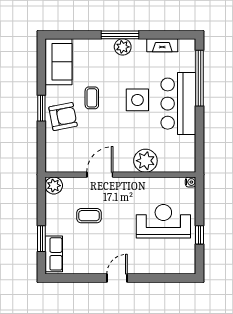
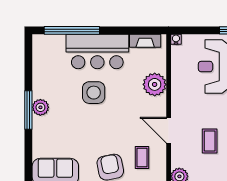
fireplace: (162, 45) -> (145, 41), moved, turned 90
coffee table: (92, 98) -> (142, 157), moved, turned 90

